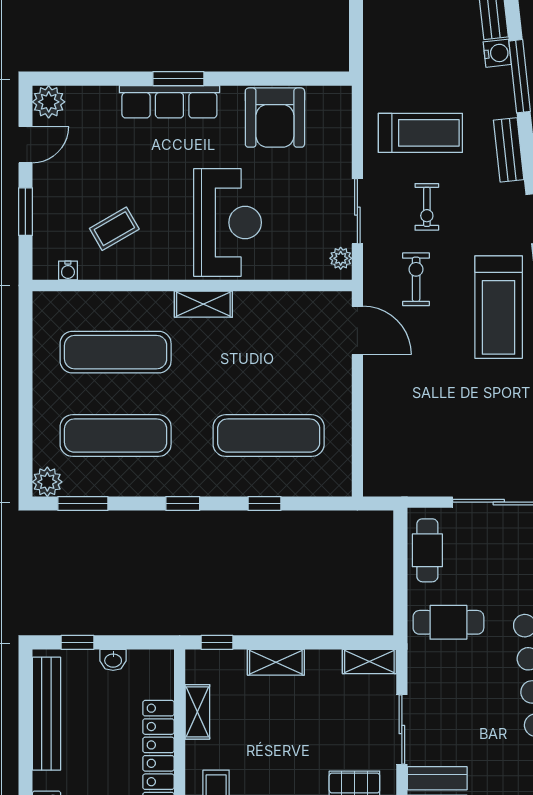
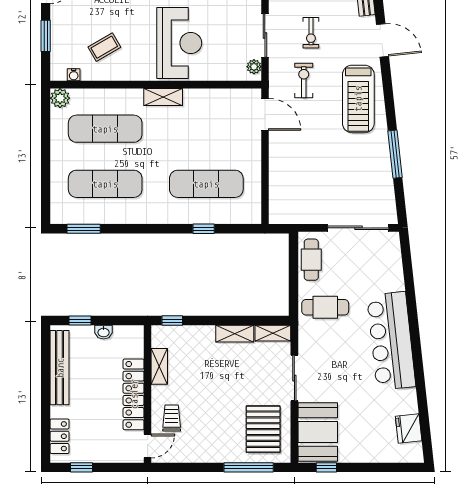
plant: (47, 482) -> (60, 98), moved
window: (183, 504) -> (150, 229), removed
shelving: (276, 662) -> (235, 334), moved

